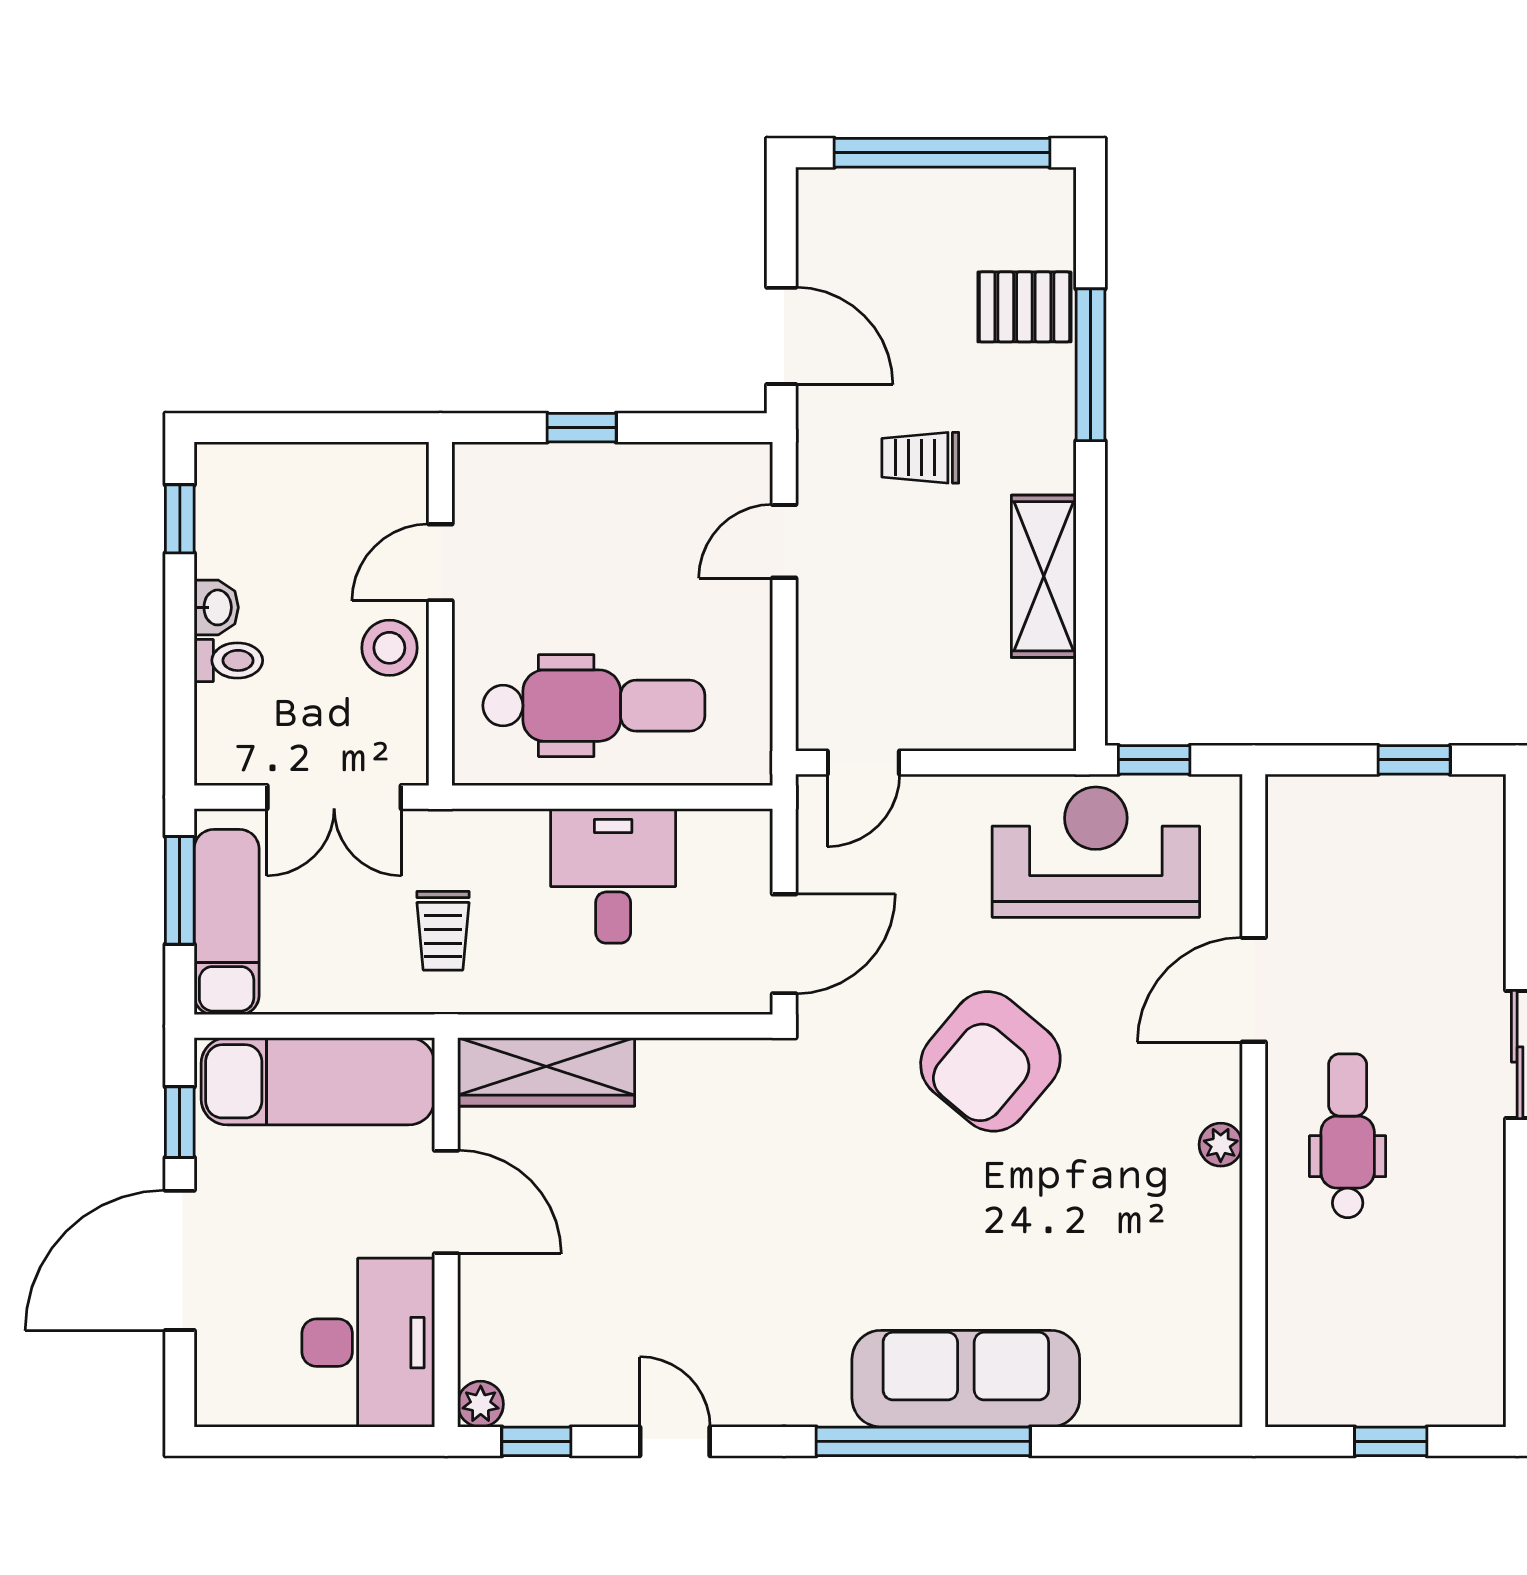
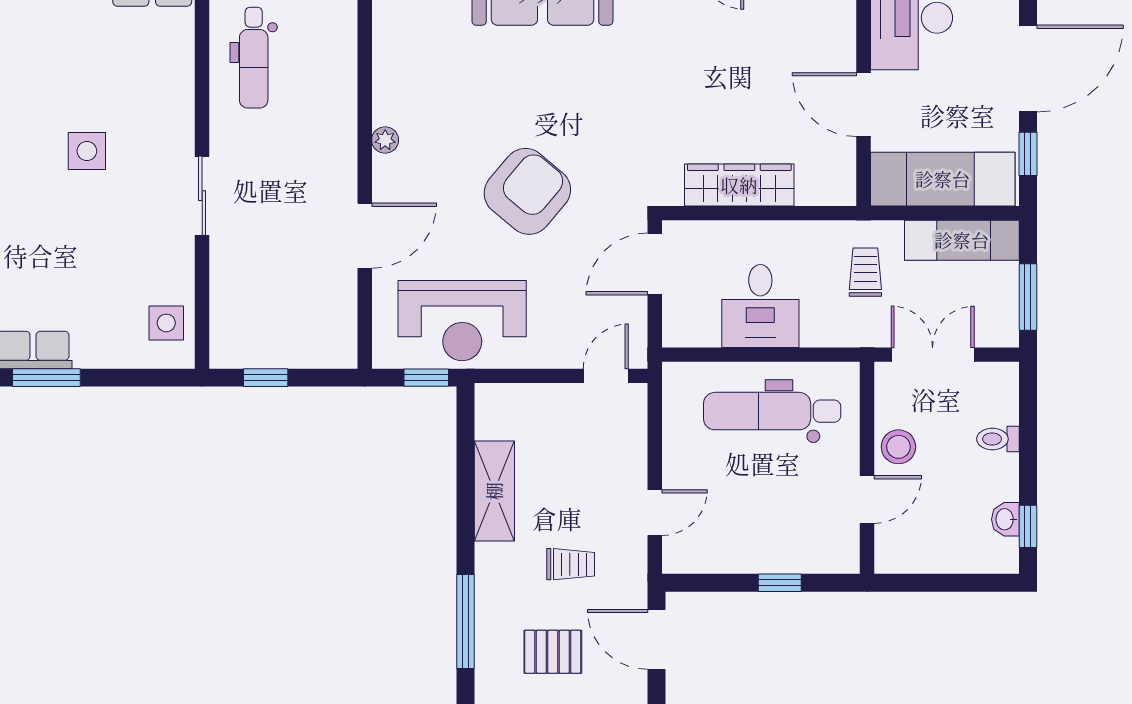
pallet: (1024, 307) -> (553, 652), moved
washbasin: (216, 607) -> (1005, 519), moved
exam couch: (227, 922) -> (962, 240), moved, turned -90
wardrobe: (546, 1072) -> (739, 185), moved
dental chair: (1348, 1136) -> (254, 58), moved

